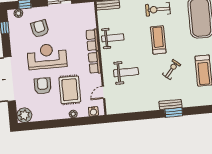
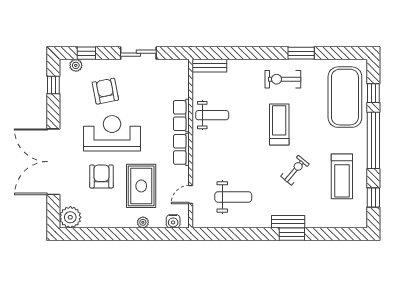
weight bench: (126, 72) -> (233, 197), moved

